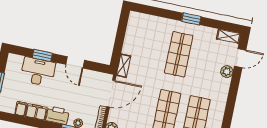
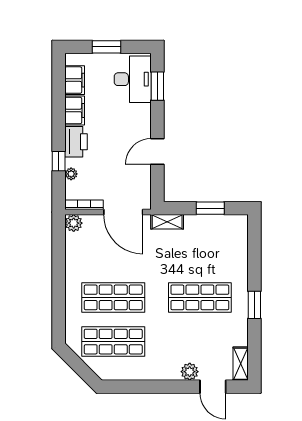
window: (120, 35) -> (210, 208), added
window: (42, 55) -> (157, 86), moved
desk: (38, 72) -> (133, 79), moved
filing cabinet: (21, 109) -> (75, 80), width x2.00

